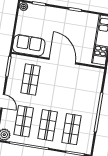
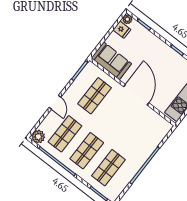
fridge: (24, 17) -> (122, 30), added

